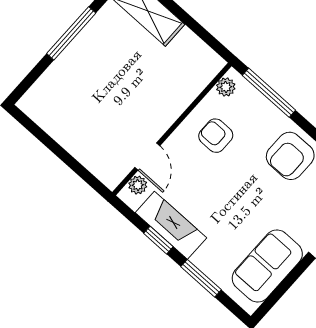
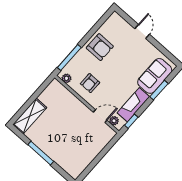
window: (158, 240) -> (131, 121), moved
sofa: (267, 266) -> (155, 76), moved, turned 90

